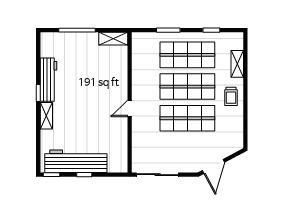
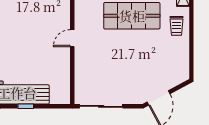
shop shelf: (187, 118) -> (132, 48), removed

